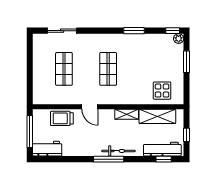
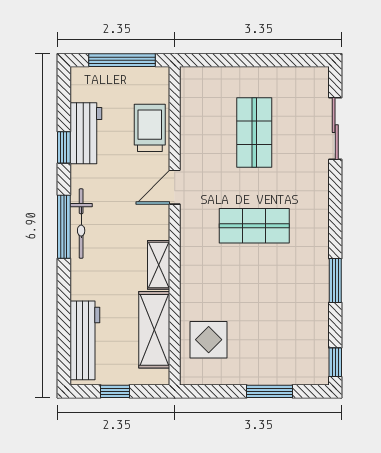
plant: (179, 39) -> (319, 375), removed
shop shelf: (64, 69) -> (254, 133), turned 90
workbench: (47, 149) -> (86, 133), moved
bicycle: (118, 151) -> (81, 224), moved
window: (164, 159) -> (64, 147), moved

